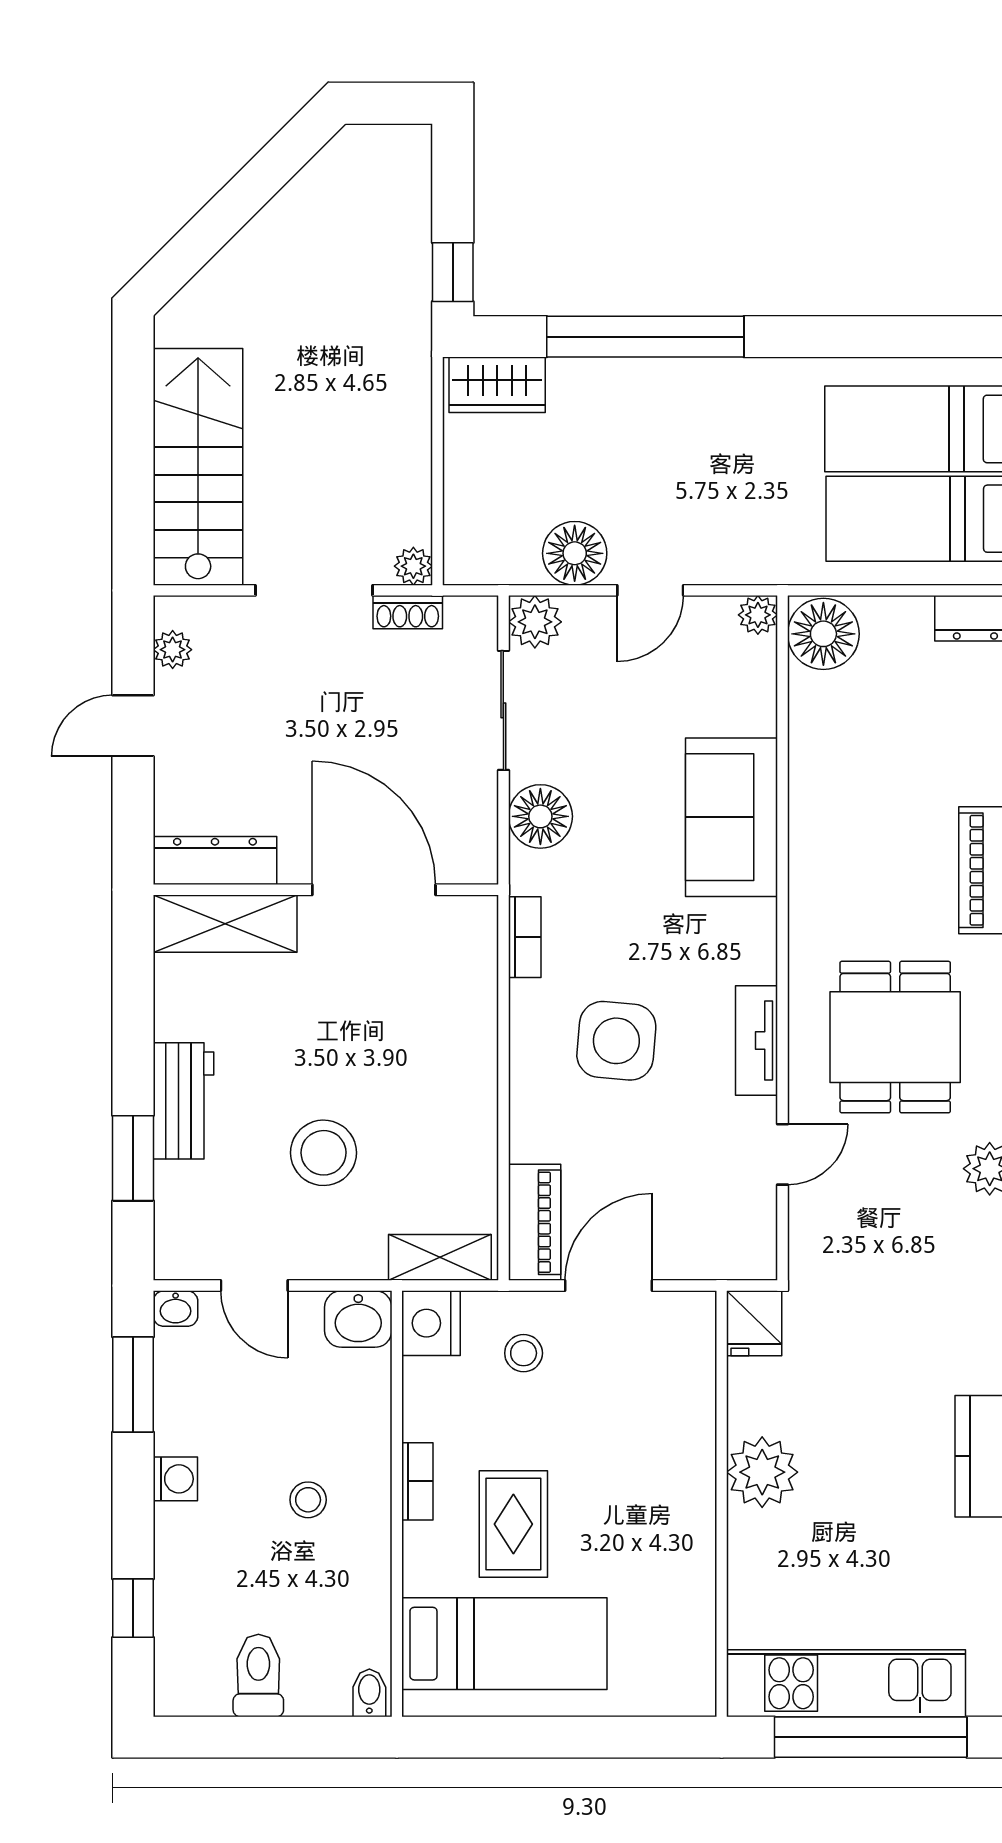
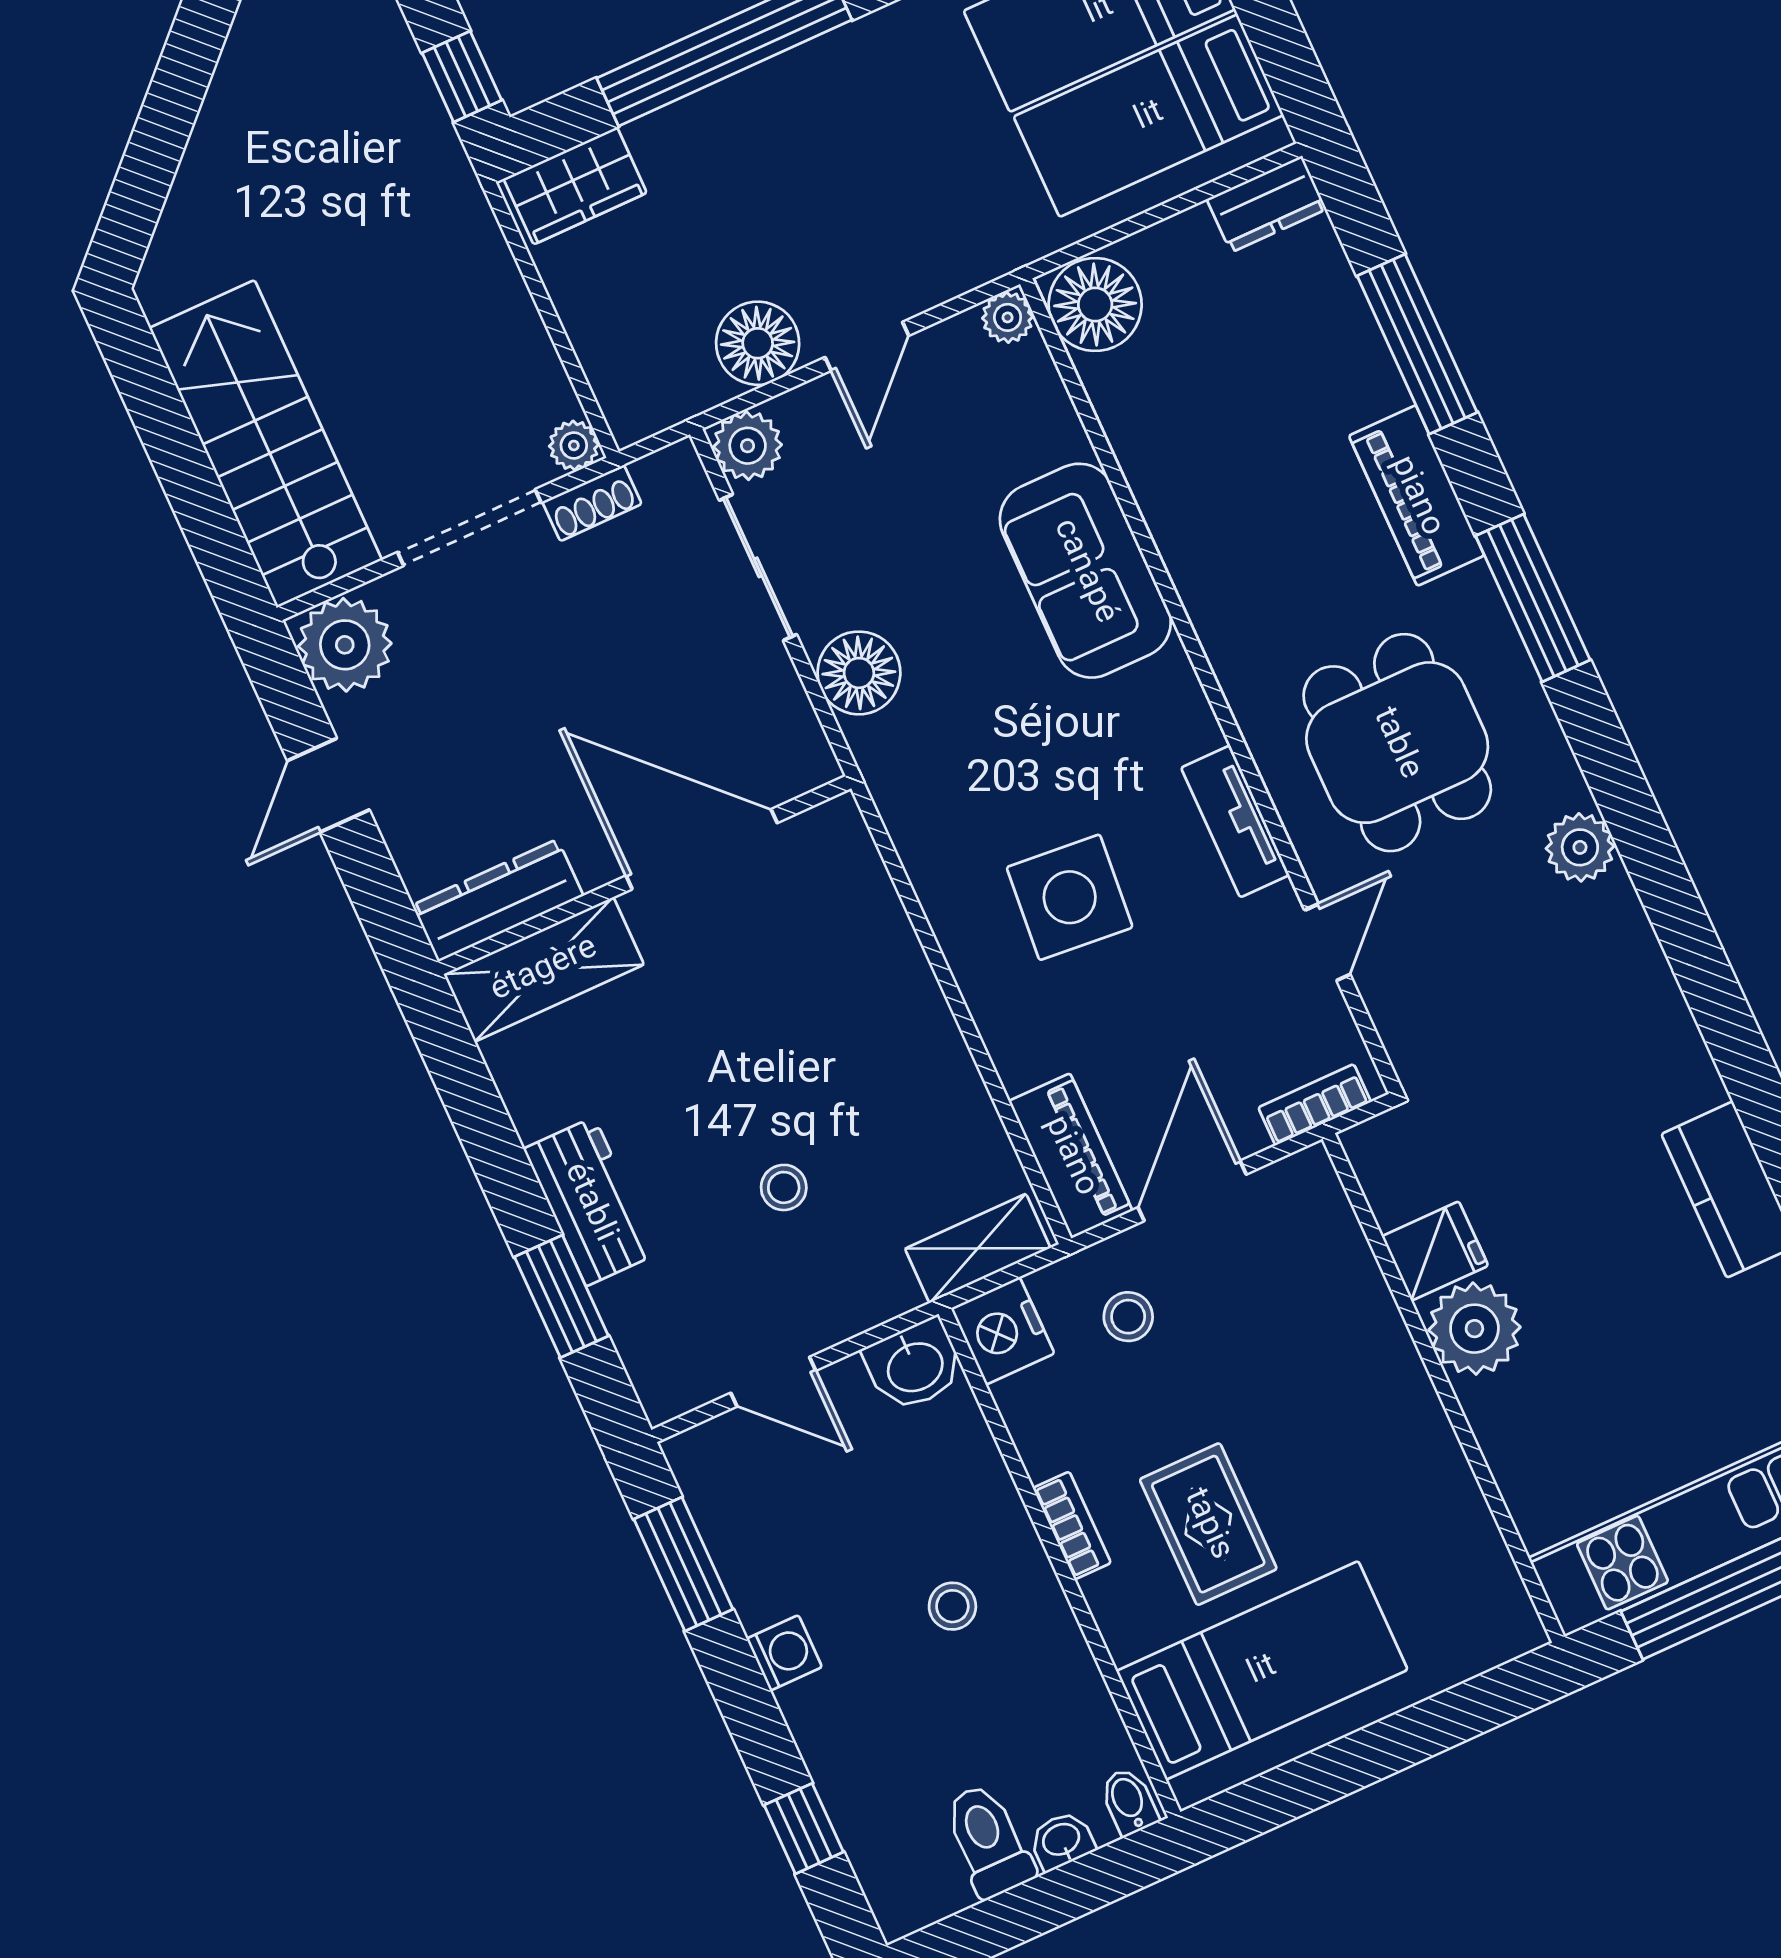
plant: (173, 650) -> (345, 645), width x1.87, depth x1.87
bookcase: (525, 937) -> (1315, 1105), moved, turned -90
stool: (324, 1153) -> (784, 1187), width x0.53, depth x0.53
washbasin: (176, 1309) -> (1062, 1841), moved, turned 180
fridge: (754, 1323) -> (1435, 1251), moved, turned -90

